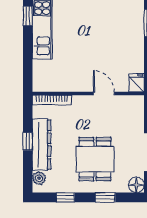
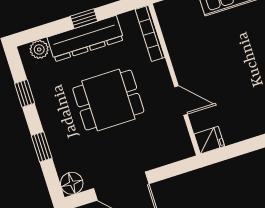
door: (104, 93) -> (181, 101), hinge flipped
dining table: (95, 159) -> (108, 100), moved

